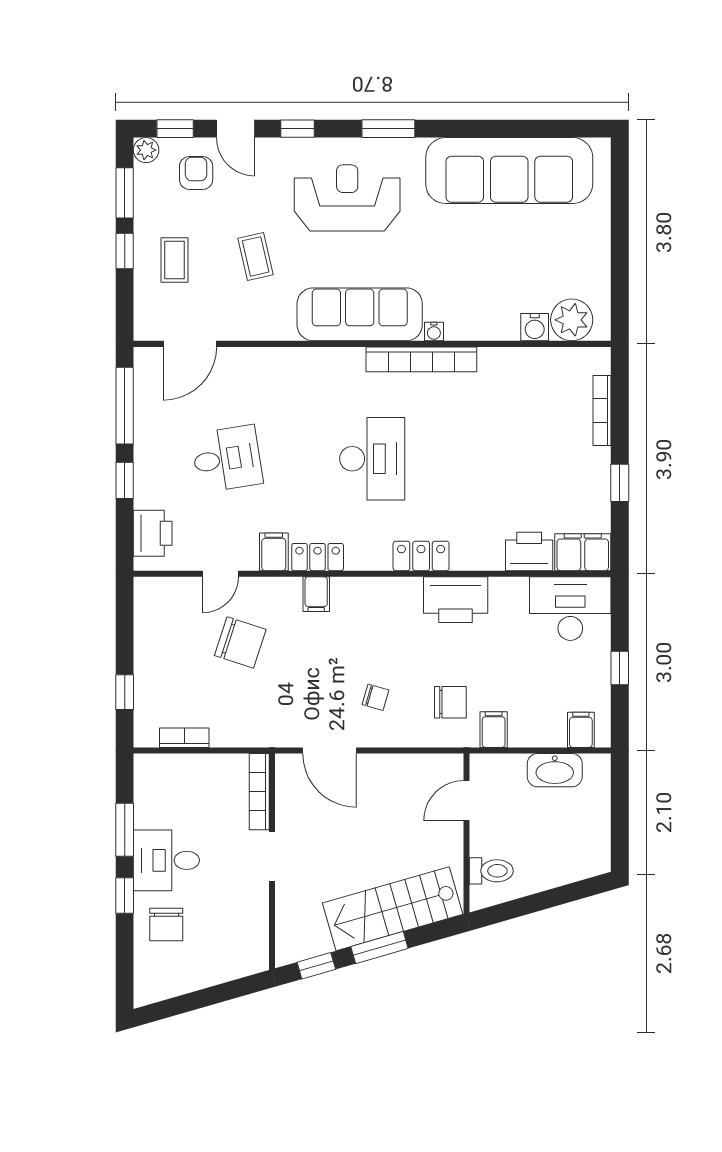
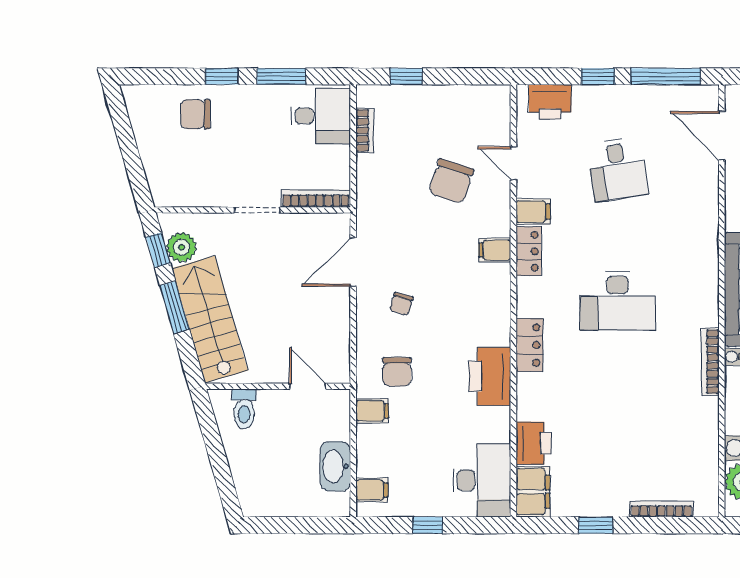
bookcase: (421, 359) -> (710, 362), width x0.68, depth x0.76
desk: (166, 860) -> (321, 116), moved, turned 90
plant: (313, 940) -> (181, 247), added

